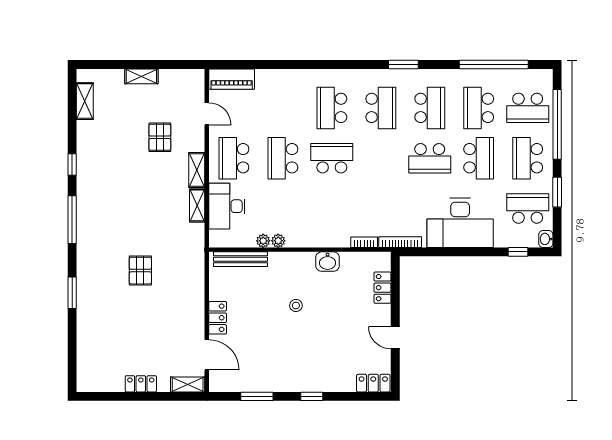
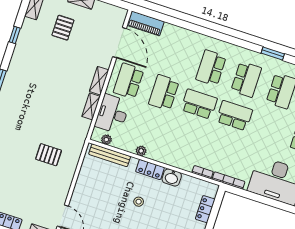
door: (207, 114) -> (119, 43), width x1.88
pallet: (160, 137) -> (63, 28), moved
school desk: (430, 158) -> (234, 116), moved, turned 180
window: (72, 165) -> (15, 35), moved
plant: (263, 241) -> (106, 140), moved
pallet: (140, 271) -> (49, 155), moved, turned 90
locker: (218, 318) -> (150, 170), moved, turned 90

